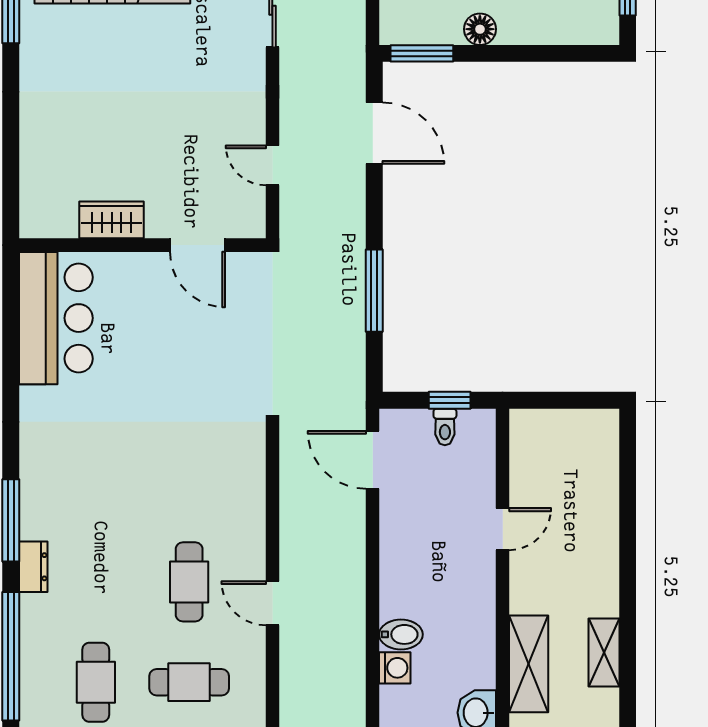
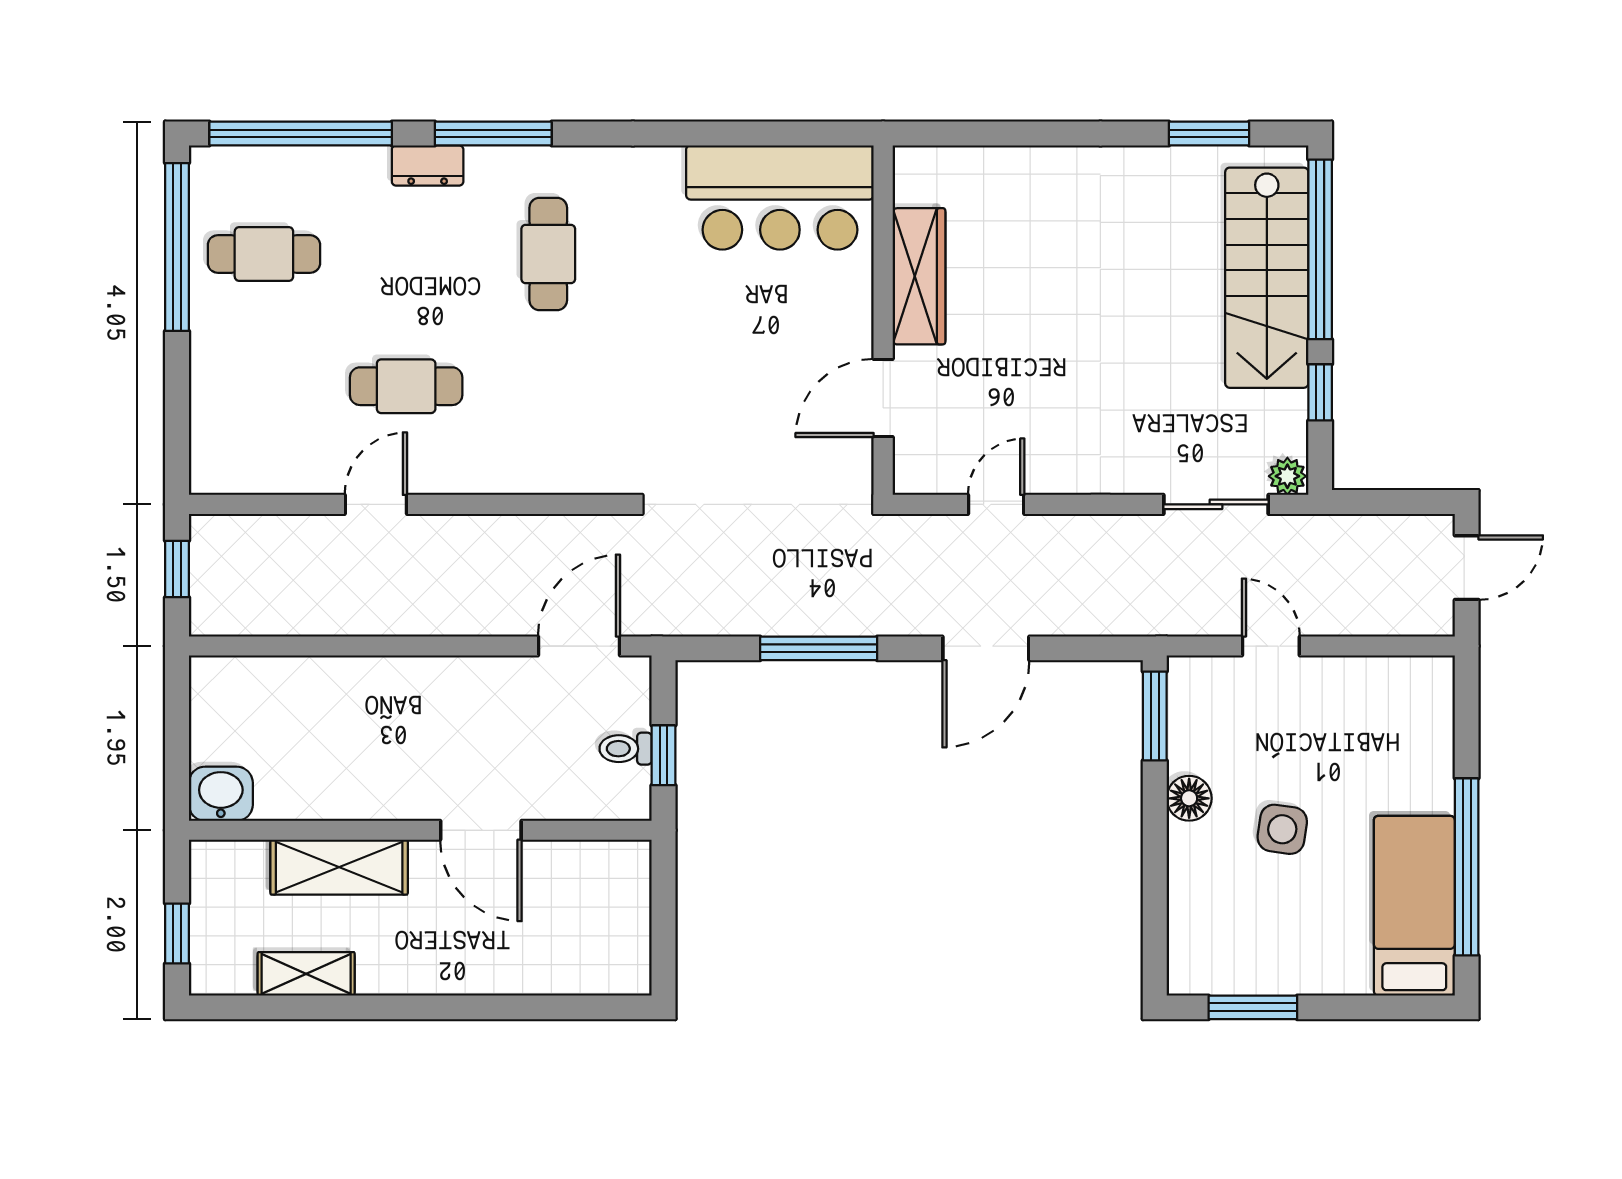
door: (374, 133) -> (986, 648), moved
wardrobe: (112, 220) -> (919, 276), width x1.50
door: (503, 529) -> (481, 830), width x1.37
bidet: (401, 634) -> (332, 686), removed
shelving: (529, 664) -> (339, 867), moved
washing machine: (395, 668) -> (284, 678), removed
cafe table: (189, 682) -> (548, 254), moved

